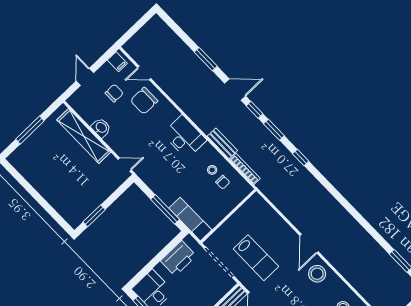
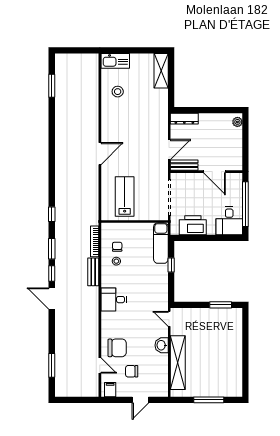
window: (206, 59) -> (52, 365), moved
washbasin: (101, 128) -> (162, 345), moved
desk: (184, 137) -> (114, 300), width x0.73
window: (165, 209) -> (171, 265), width x0.46
lab bench: (256, 258) -> (125, 196), moved
stool: (317, 274) -> (113, 129), removed

